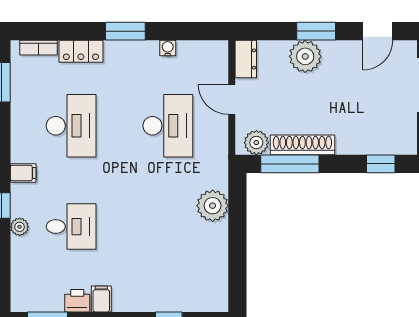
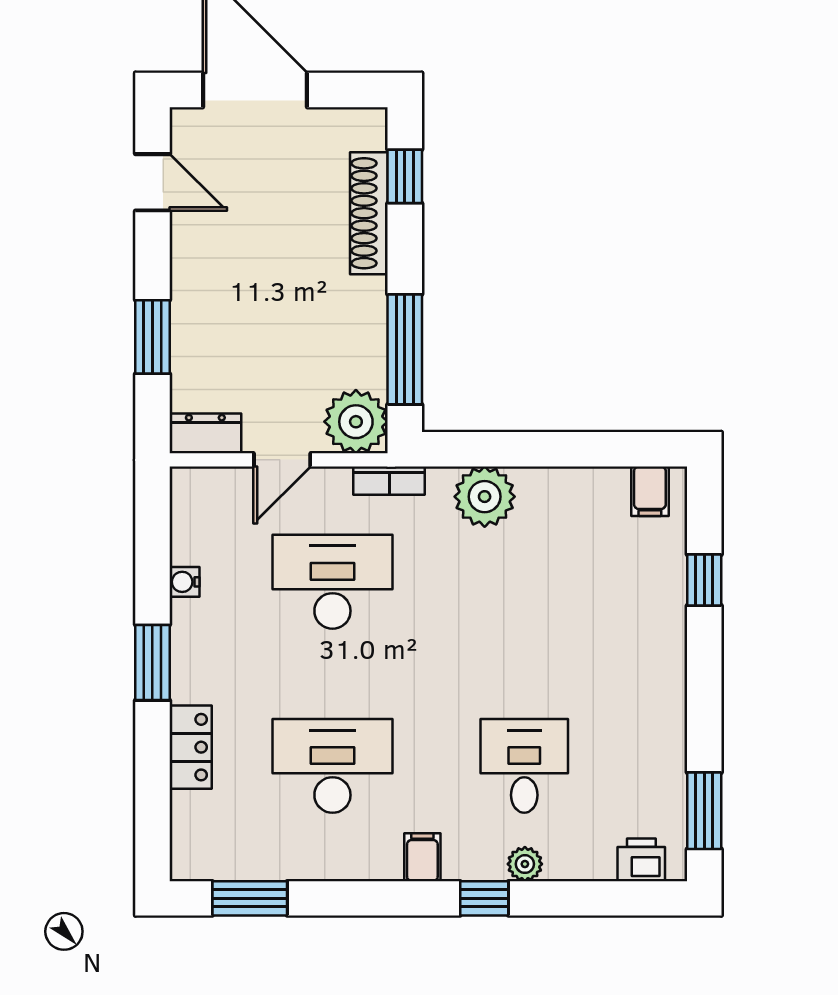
window: (316, 31) -> (152, 337), moved
bookcase: (39, 48) -> (389, 481), moved, turned 90
plant: (305, 56) -> (200, 320), removed
plant: (256, 143) -> (356, 422), width x1.36, depth x1.36
shoe rack: (302, 145) -> (369, 213), moved
filing cabinet: (101, 299) -> (650, 491), moved, turned -90
printer: (77, 301) -> (641, 860), moved, turned 90

